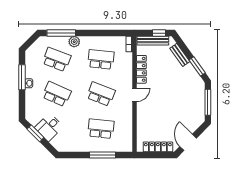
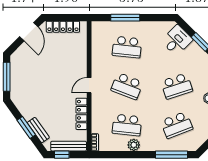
plant: (74, 42) -> (134, 145), moved
school desk: (57, 59) -> (177, 125), turned -42
window: (197, 66) -> (26, 128), moved
school desk: (57, 94) -> (177, 86), turned -42
desk: (49, 127) -> (177, 40), moved

